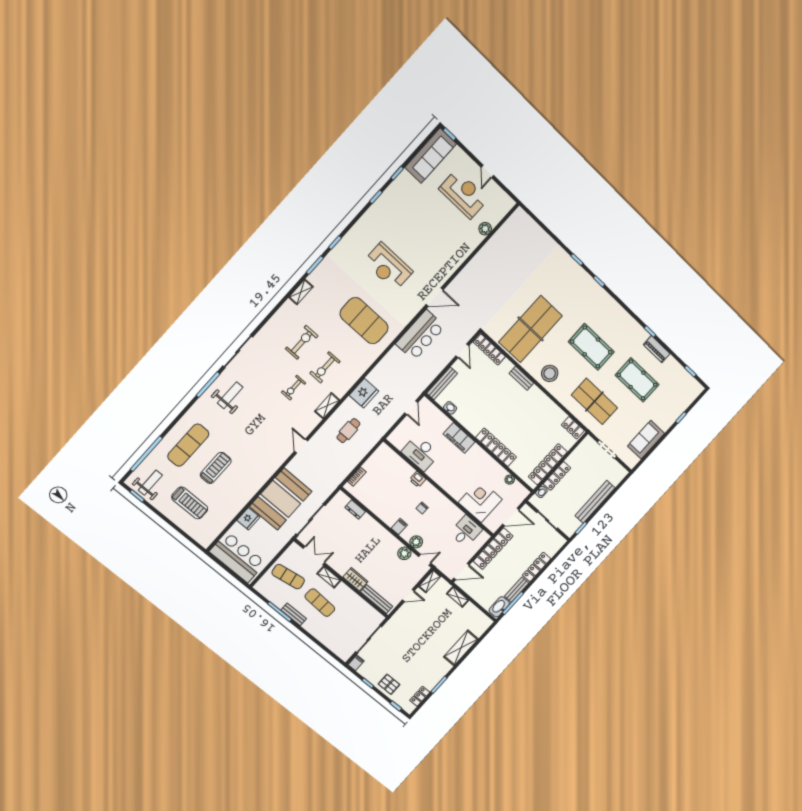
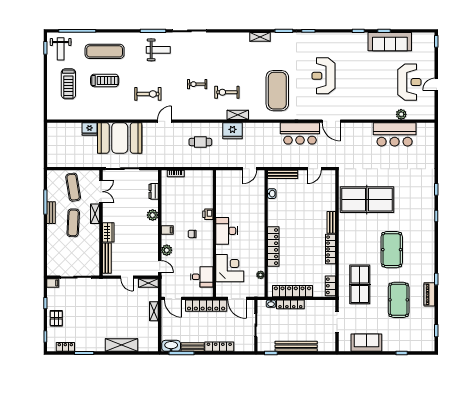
sofa: (431, 156) -> (390, 42), moved
exercise bike: (302, 342) -> (148, 94), moved
locker: (489, 349) -> (331, 249), moved
stool: (550, 373) -> (351, 238), removed
shelving: (327, 406) -> (238, 115), moved
filing cabinet: (459, 438) -> (258, 217), removed
desk: (421, 453) -> (227, 231), moved
weight bench: (150, 483) -> (61, 49), turned 90
plant: (404, 553) -> (153, 215), moved
bar counter: (238, 557) -> (395, 134), moved, turned 90

